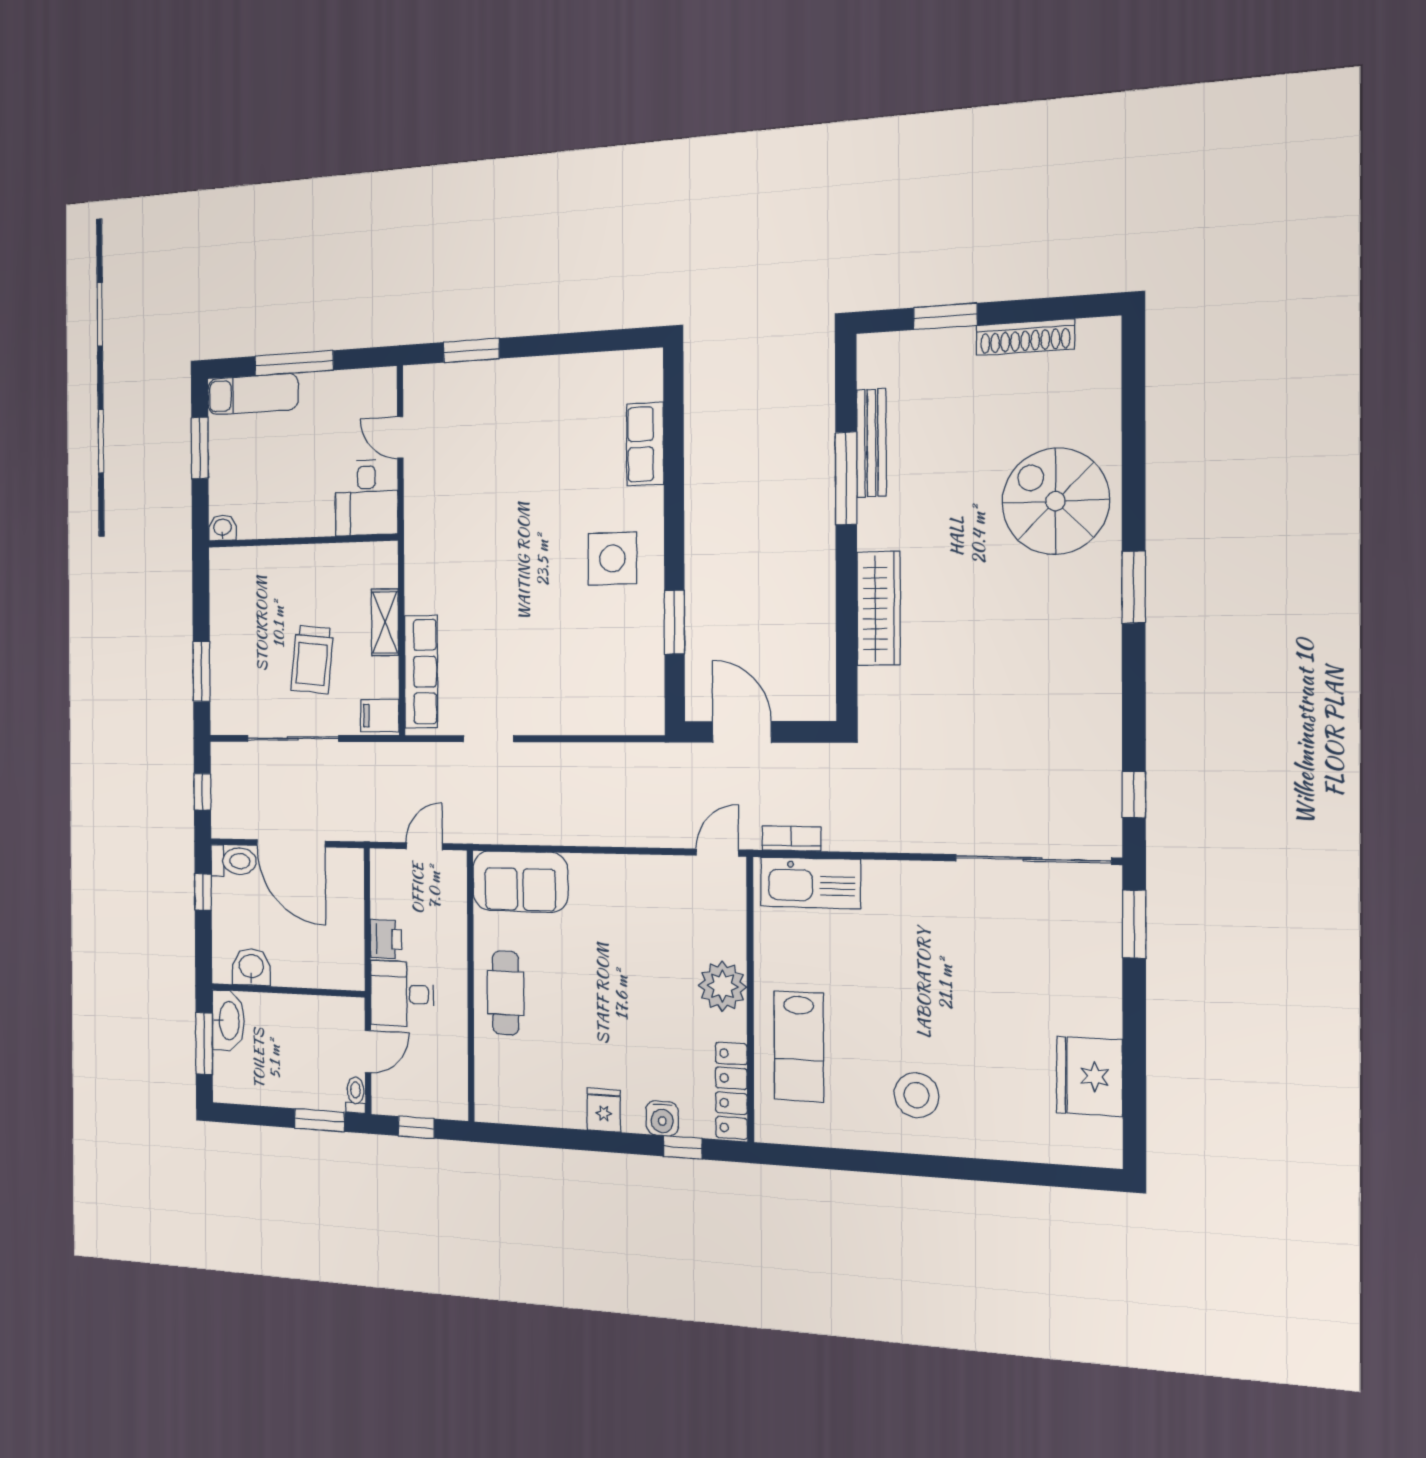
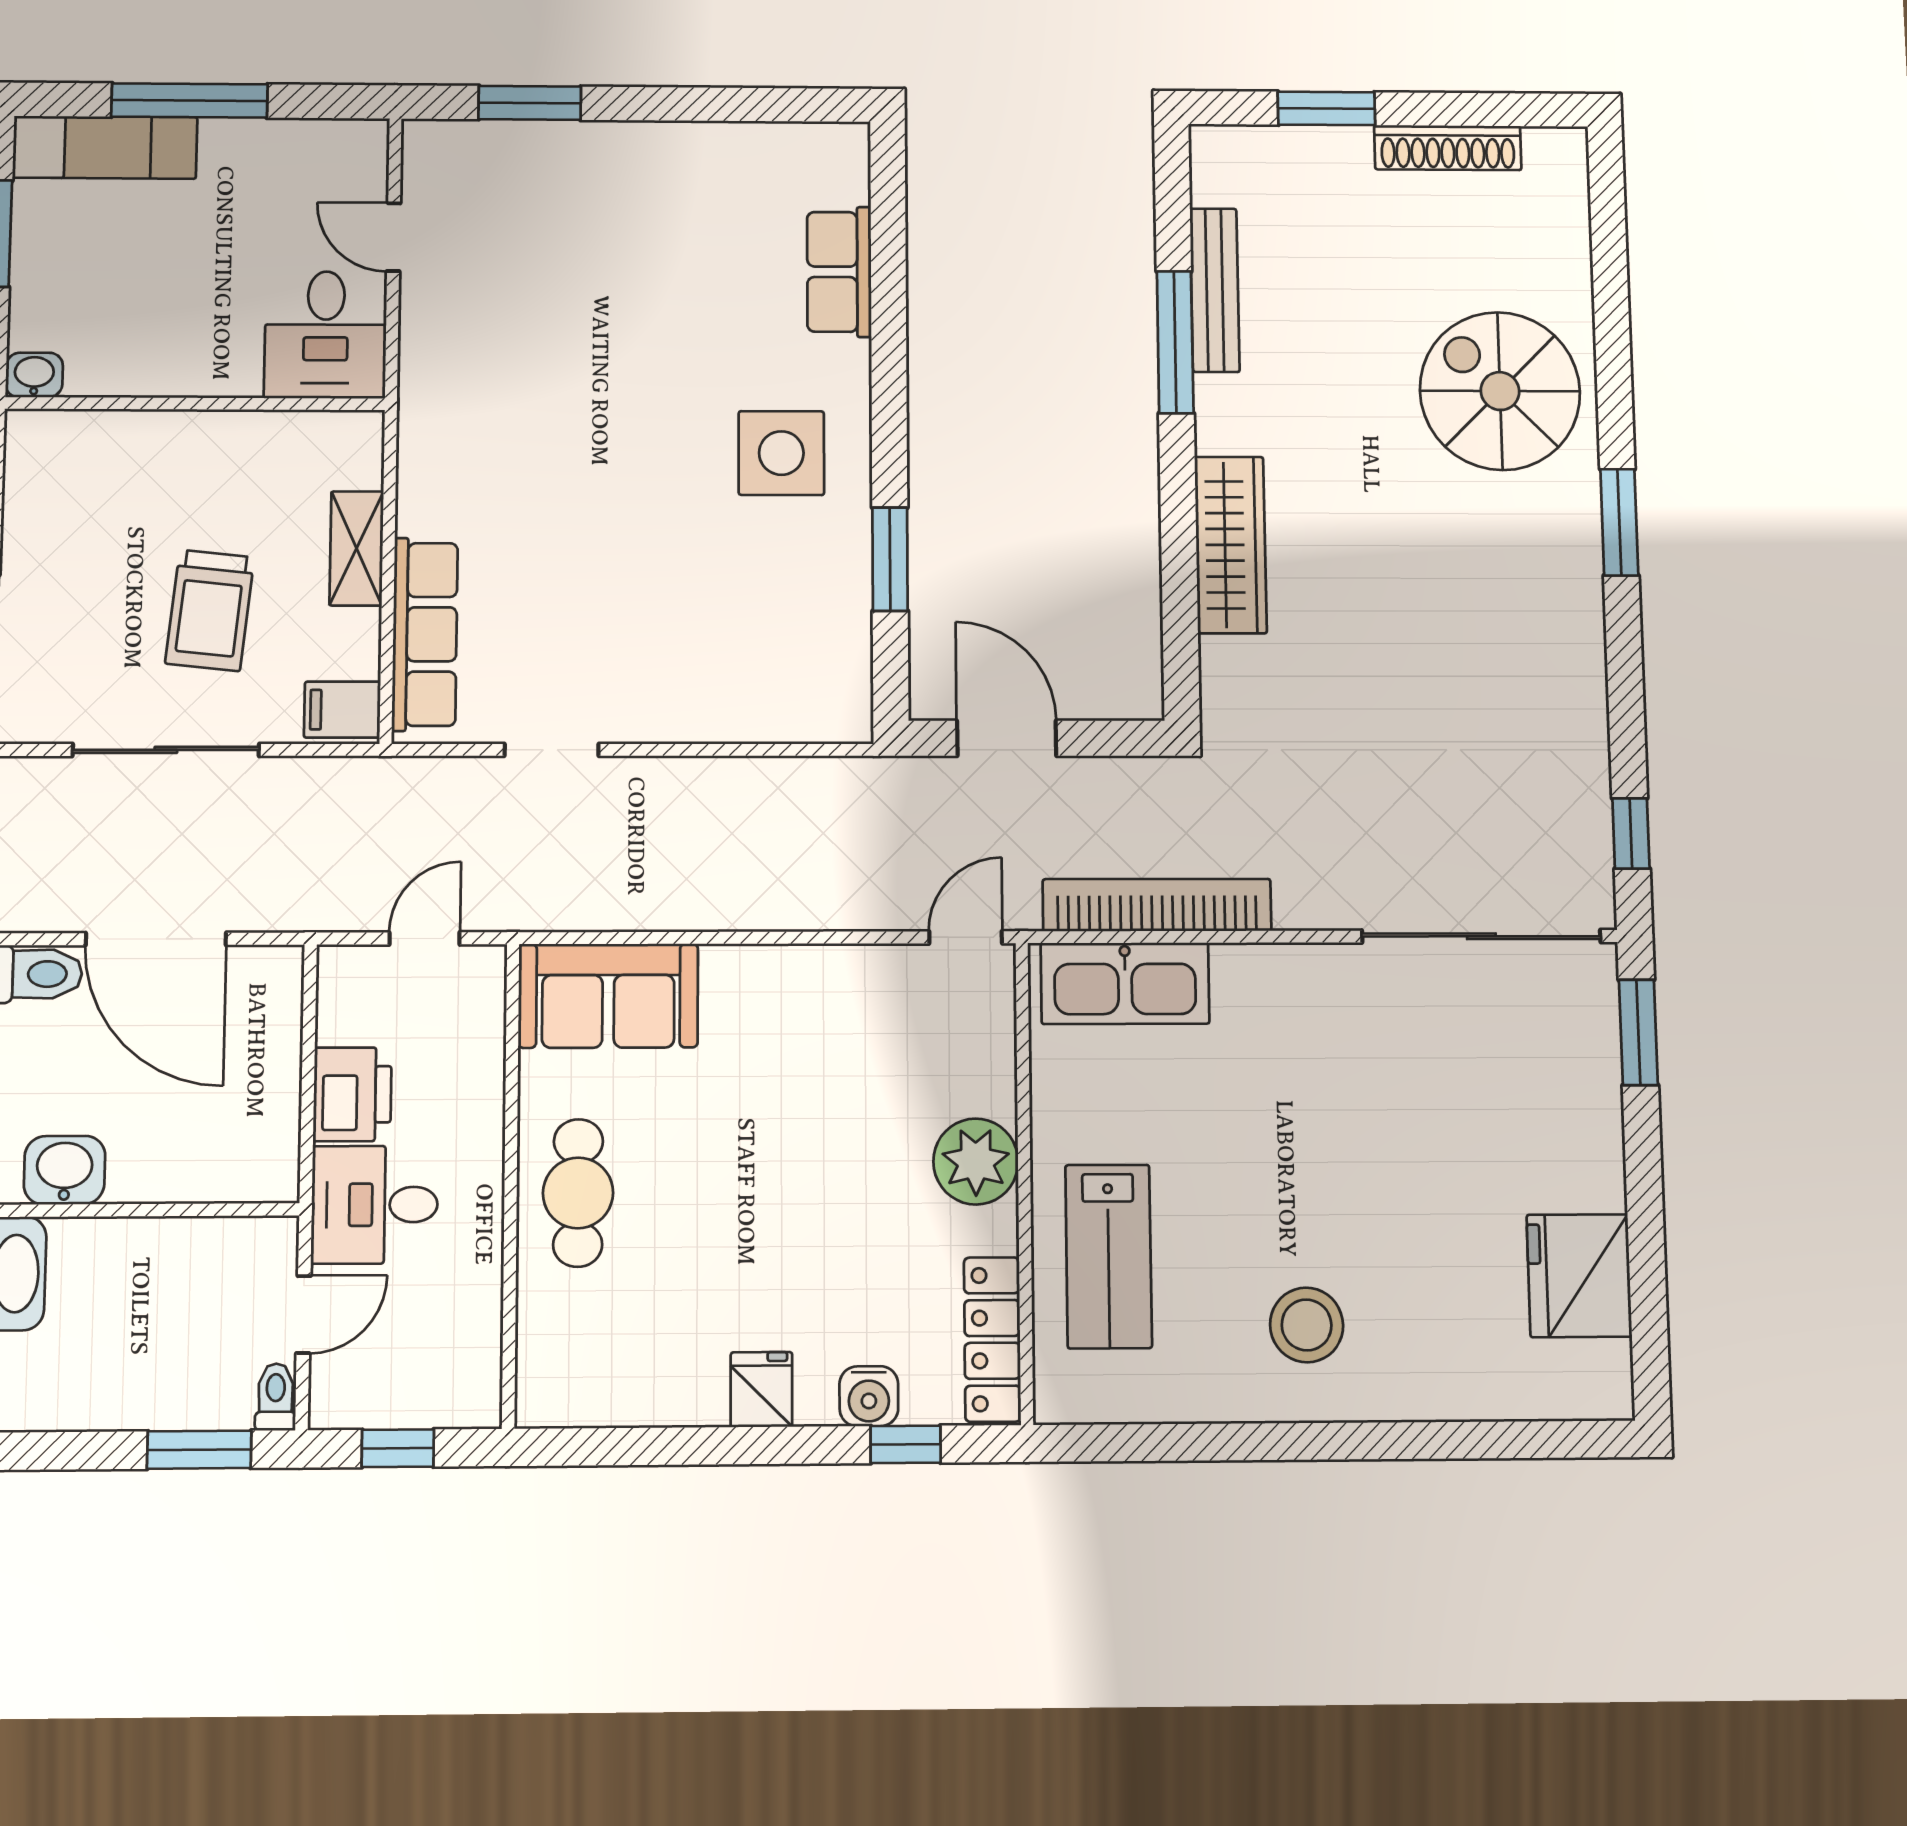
bookcase: (791, 838) -> (1157, 905), width x2.31, depth x1.31
printer: (386, 939) -> (352, 1094), width x1.36, depth x1.24

